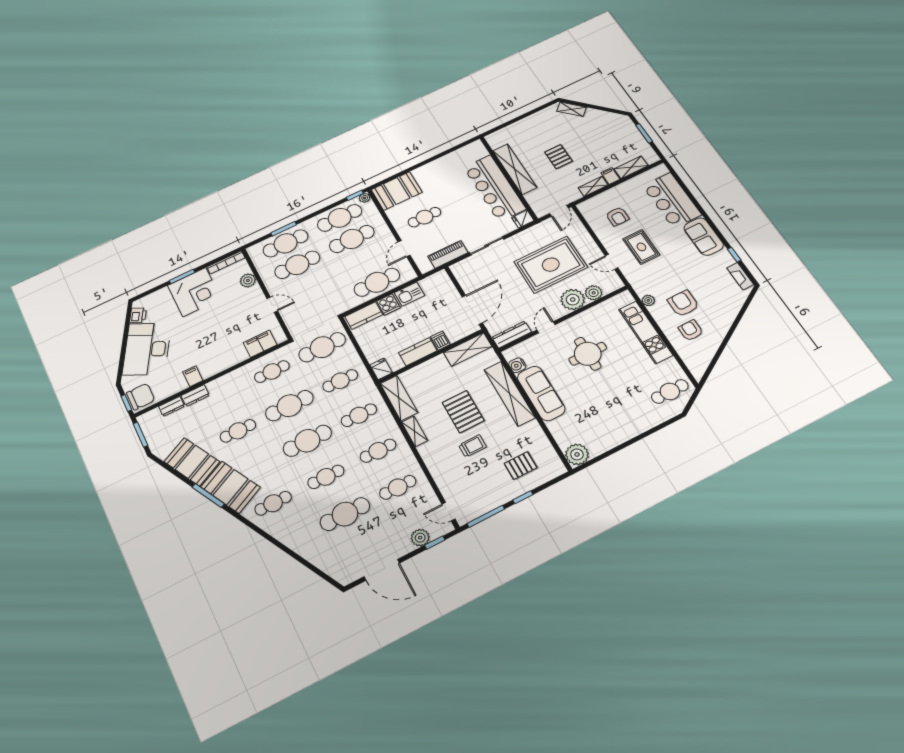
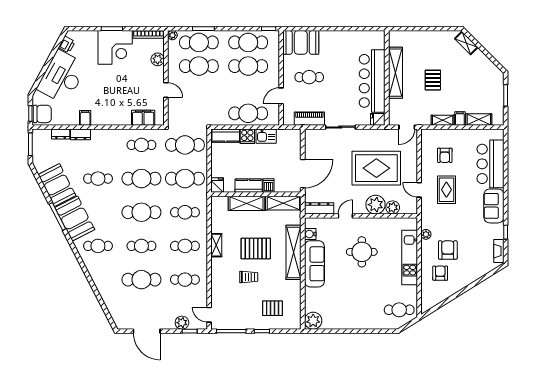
plant: (365, 198) -> (172, 35), moved
cafe table: (340, 381) -> (185, 179), width x1.37, depth x1.35
shelving: (399, 398) -> (247, 203), moved, turned 90
pallet: (463, 412) -> (256, 248), turned 90

